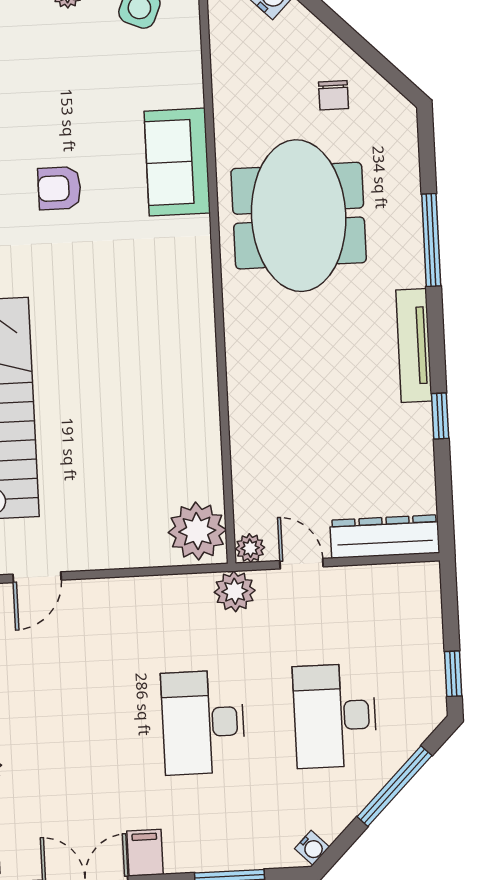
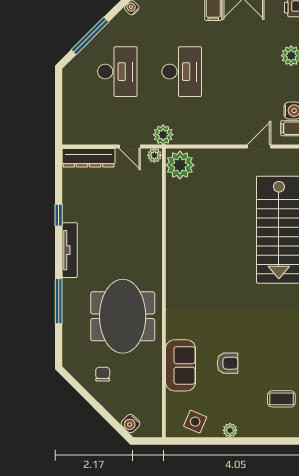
sofa: (177, 162) -> (181, 365), moved
armchair: (59, 188) -> (228, 363), moved
window: (453, 674) -> (59, 89), removed

